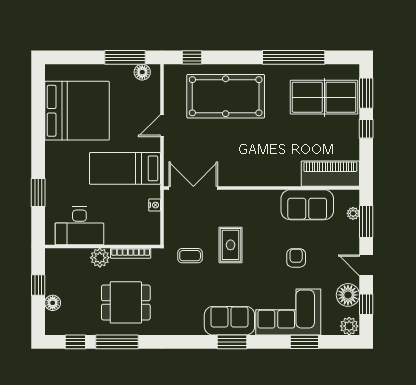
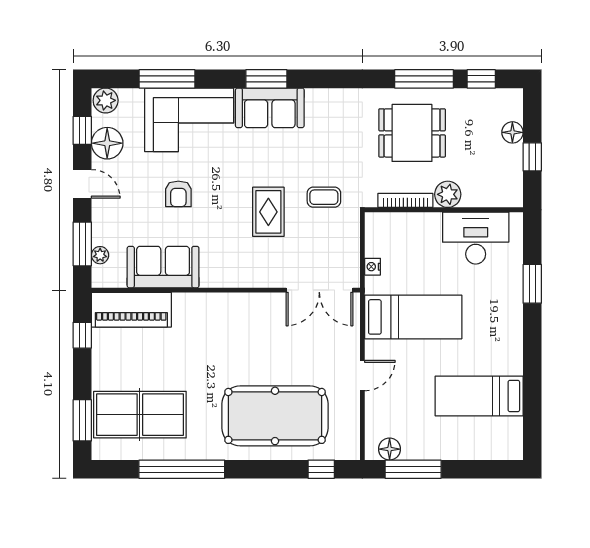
bed: (77, 111) -> (479, 396), width x0.49
window: (366, 129) -> (82, 335), moved
window: (304, 342) -> (167, 79), width x1.44

